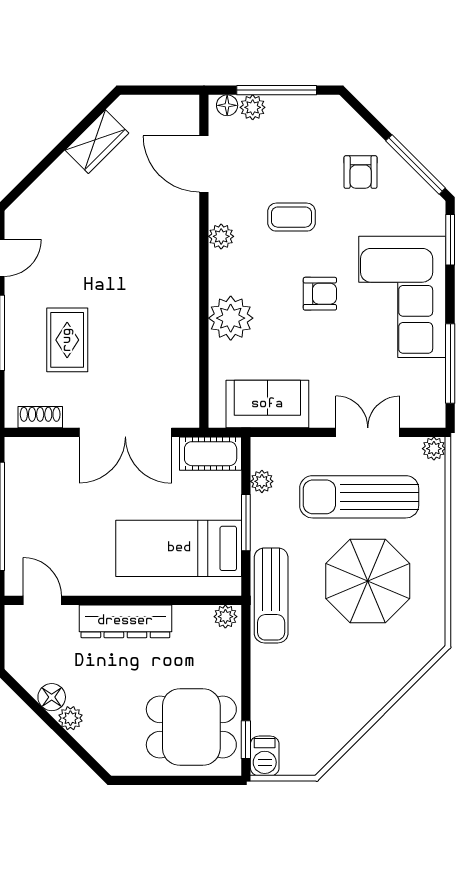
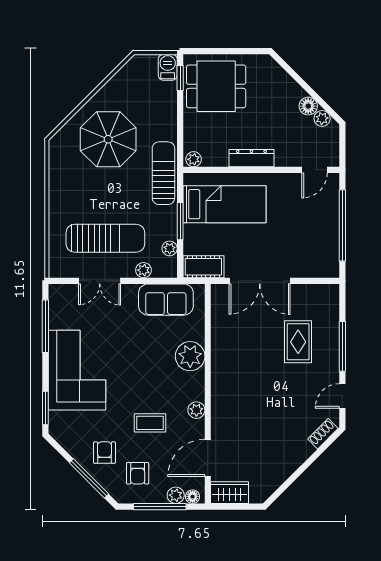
wardrobe: (97, 142) -> (230, 493), moved, turned 45
door: (204, 164) -> (208, 458), swing flipped
window: (416, 164) -> (89, 478), moved
armchair: (320, 294) -> (138, 473), moved, turned -90
shoe rack: (40, 417) -> (323, 434), moved, turned 135
double door: (125, 432) -> (260, 281), swing flipped
plant: (434, 449) -> (144, 270), moved
parasol: (368, 581) -> (108, 139), moved
door: (42, 600) -> (314, 170), hinge flipped
dresser: (125, 621) -> (251, 158), width x0.73, depth x0.80
plant: (70, 718) -> (322, 118), moved

